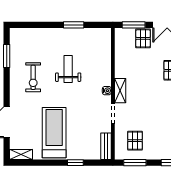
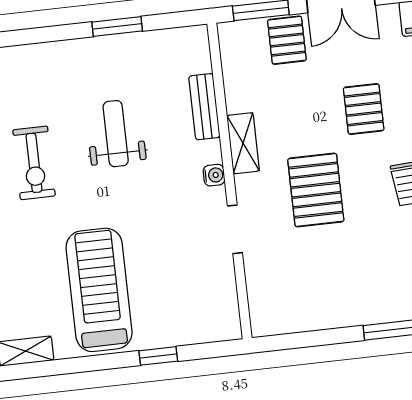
shelving: (120, 91) -> (243, 143), moved
pallet: (135, 141) -> (316, 190), moved, width x1.50, depth x1.42
bench: (106, 146) -> (204, 107), moved
window: (135, 163) -> (301, 340), removed

